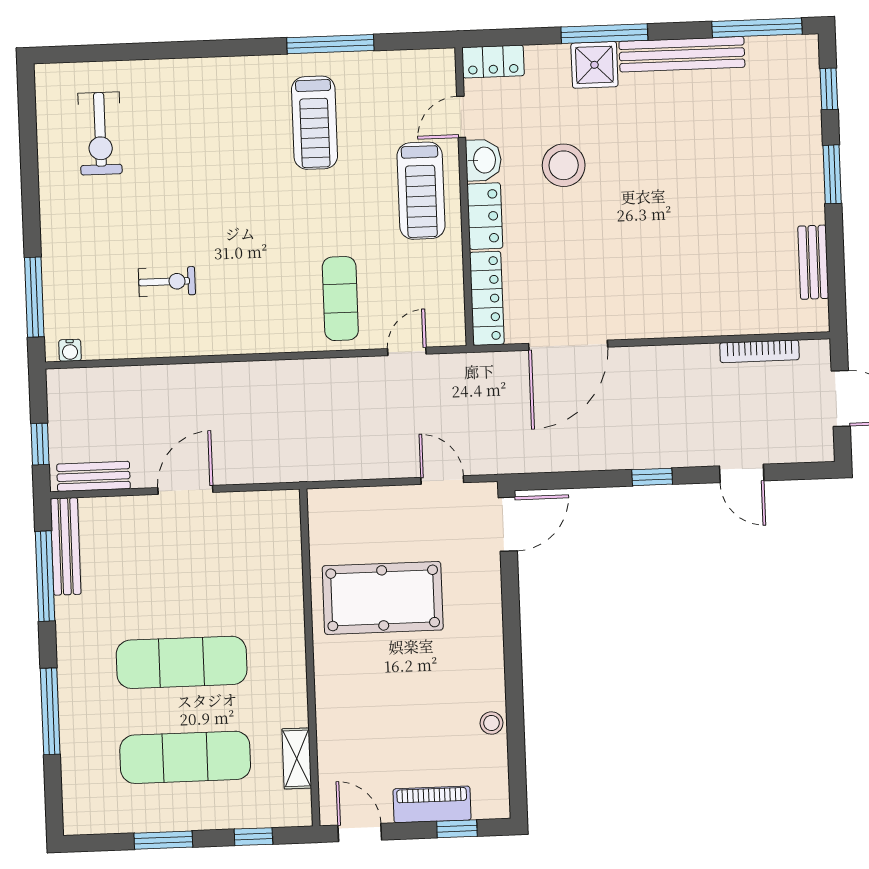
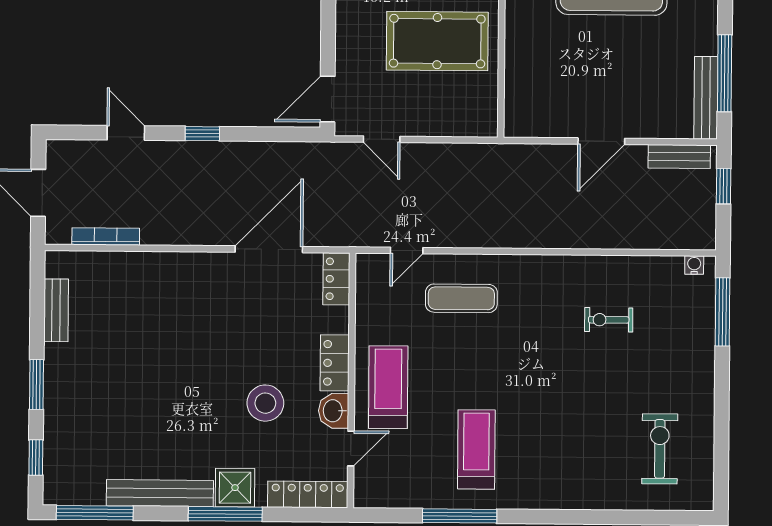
locker: (493, 61) -> (308, 494), width x1.53
locker: (487, 298) -> (336, 279), width x0.66
exercise mat: (340, 299) -> (461, 298), turned 90

